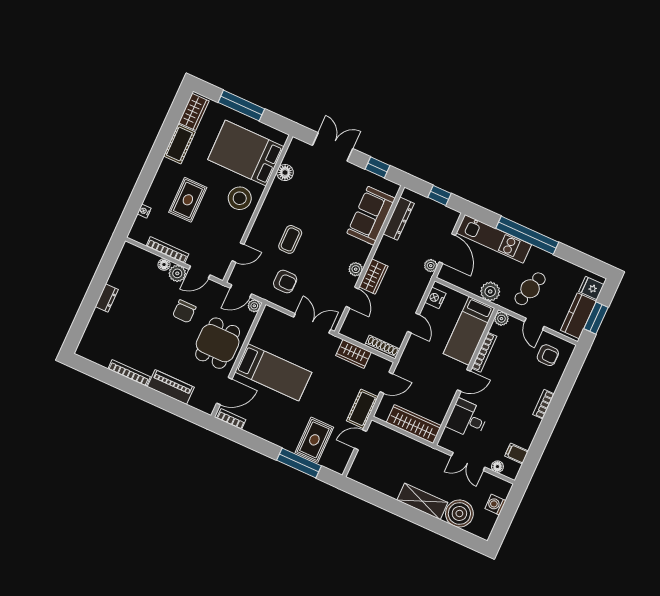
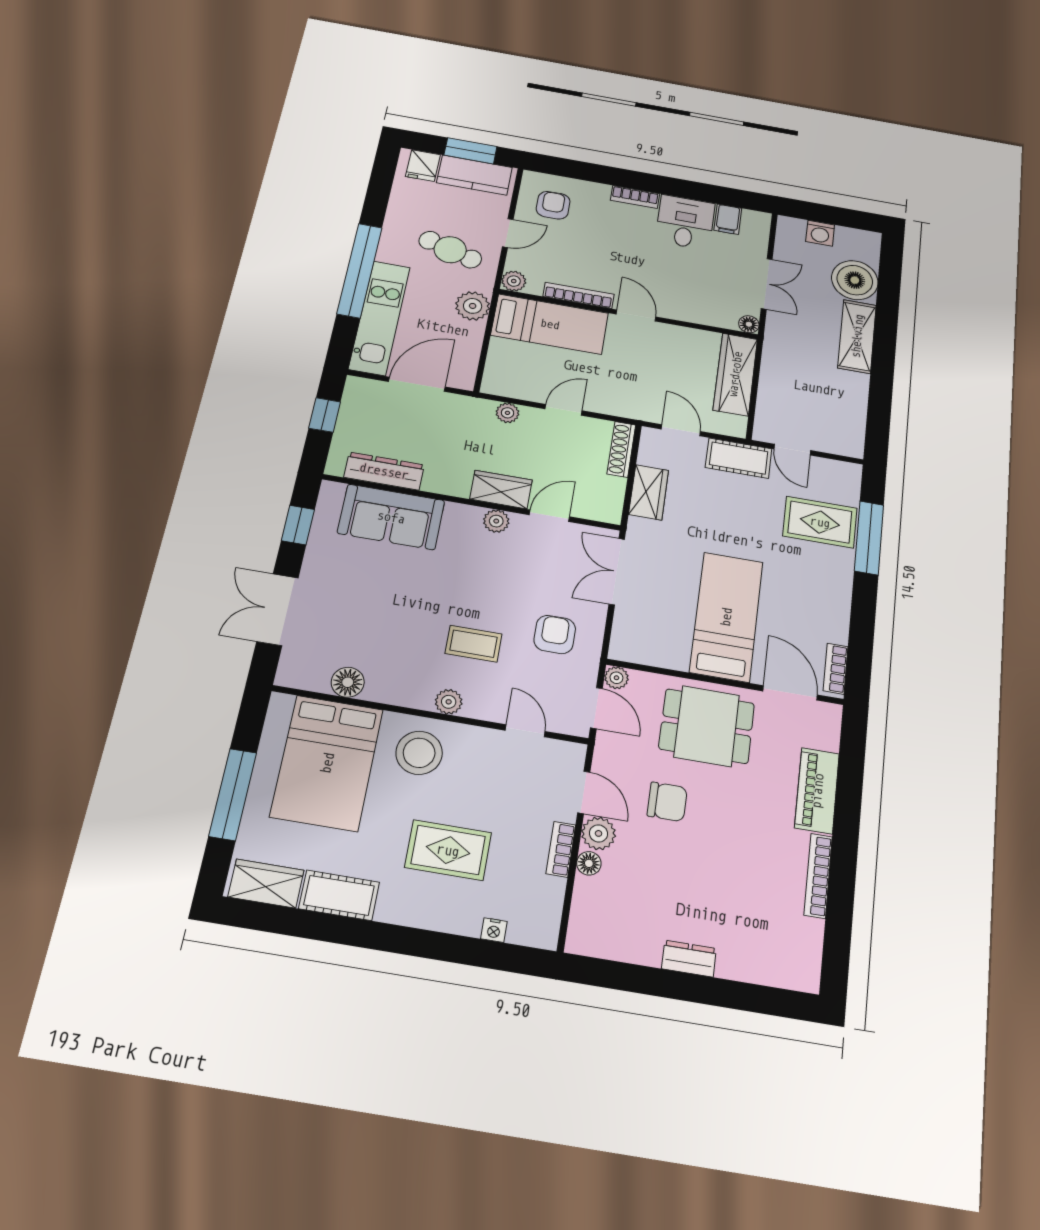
plant: (262, 219) -> (449, 702), added
bookcase: (167, 250) -> (561, 849), width x0.64
plant: (431, 266) -> (508, 413), moved
nightstand: (435, 298) -> (509, 385), removed
desk: (467, 419) -> (685, 222), moved, turned 180
floor lamp: (497, 467) -> (749, 324), moved

